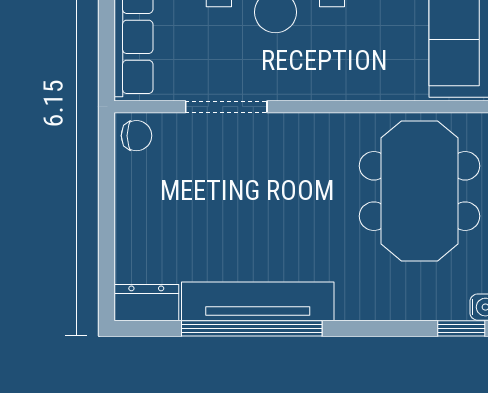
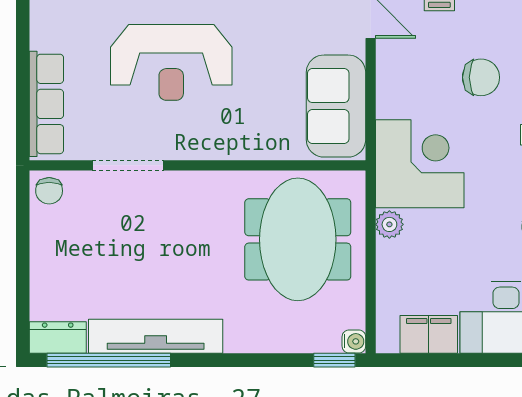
chair: (136, 136) -> (49, 191), turned 90
window: (252, 328) -> (109, 360), moved

